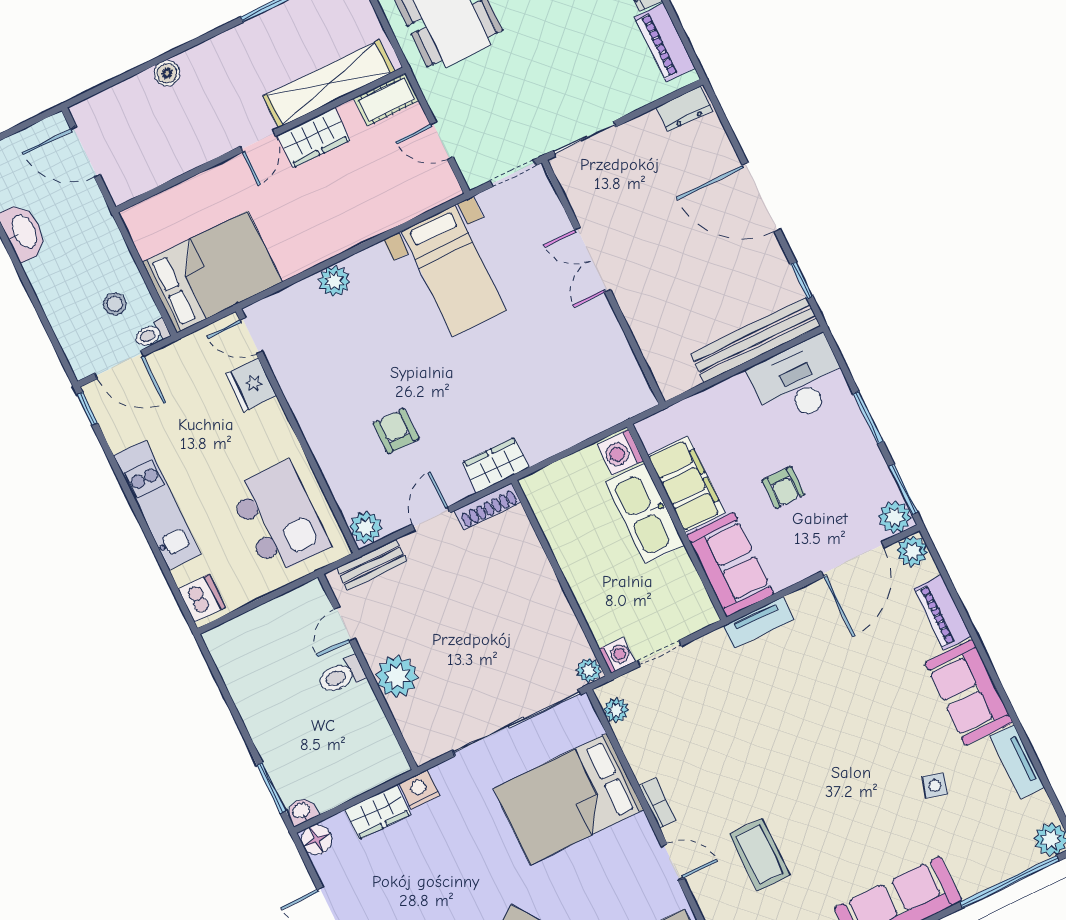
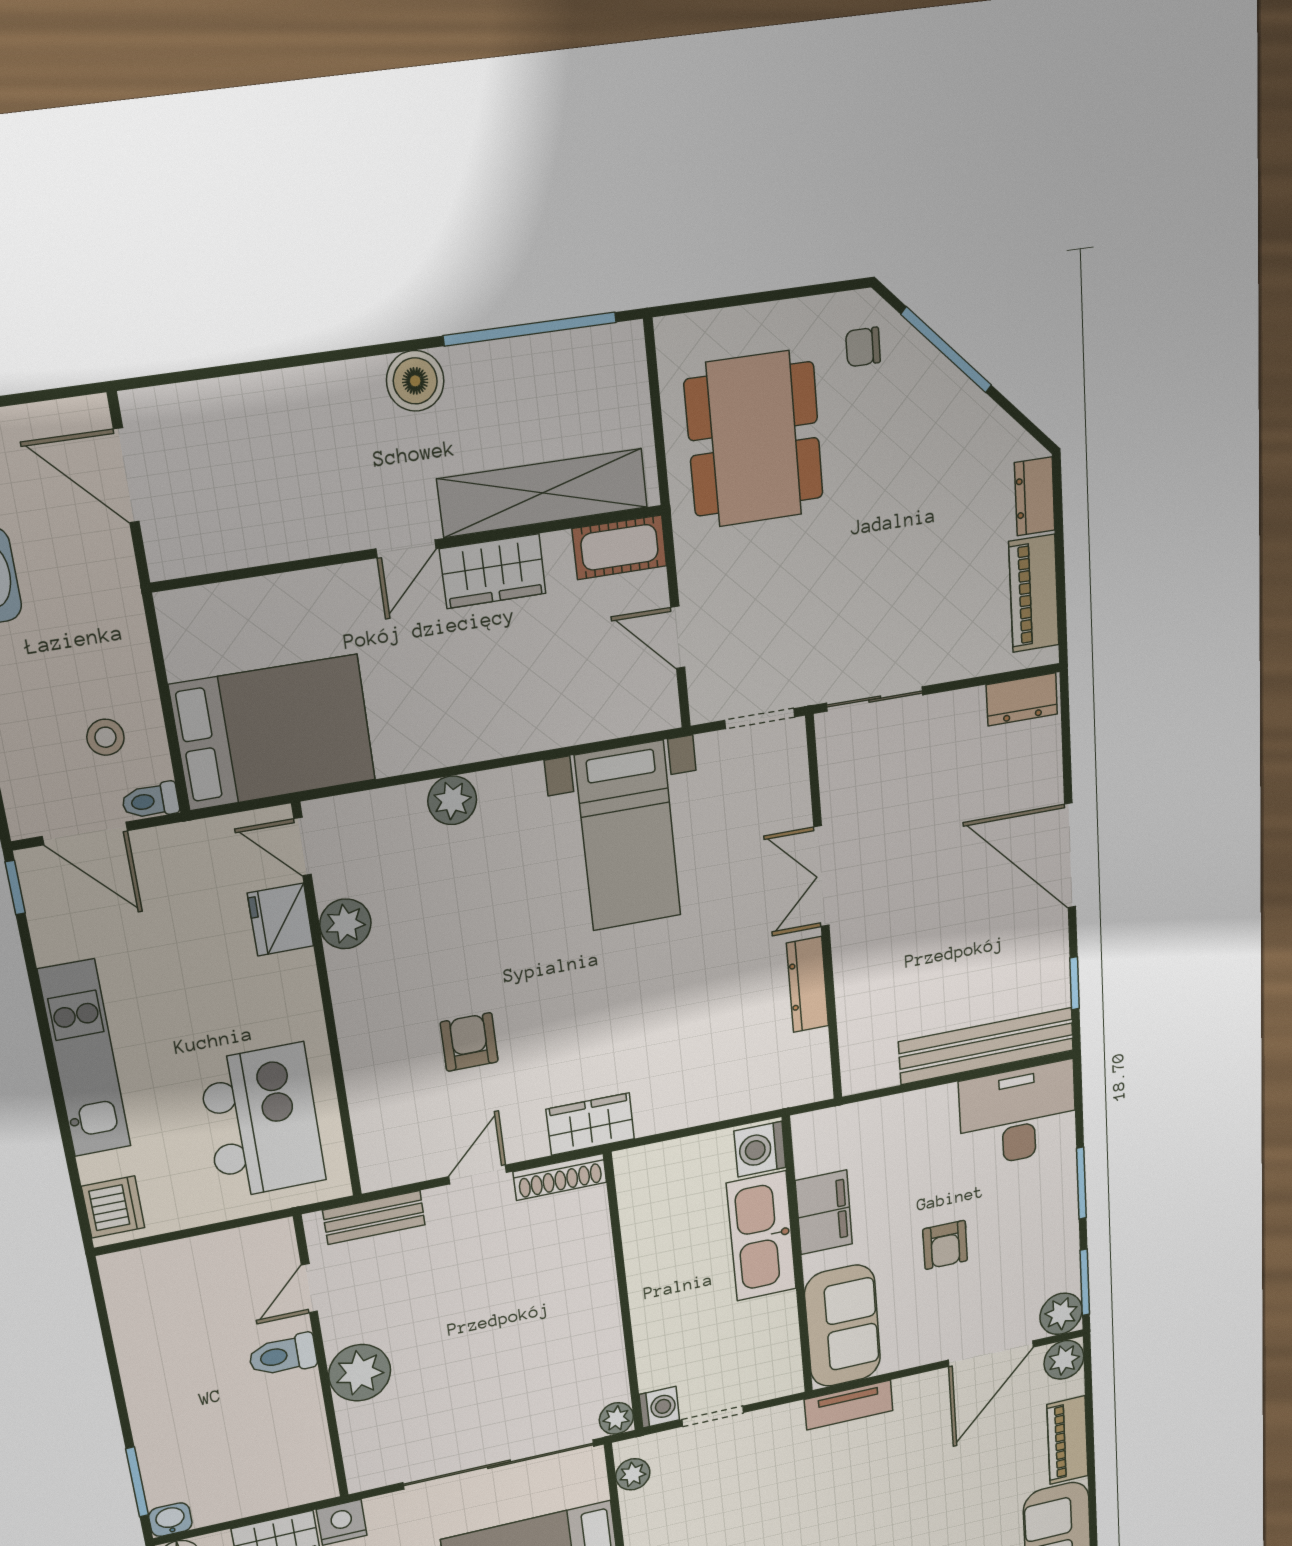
boiler: (167, 73) -> (415, 381), moved, width x1.36, depth x1.36
dresser: (611, 333) -> (808, 985), added
filing cabinet: (686, 484) -> (824, 1212), width x0.67, depth x0.86
plant: (366, 527) -> (345, 924), moved

